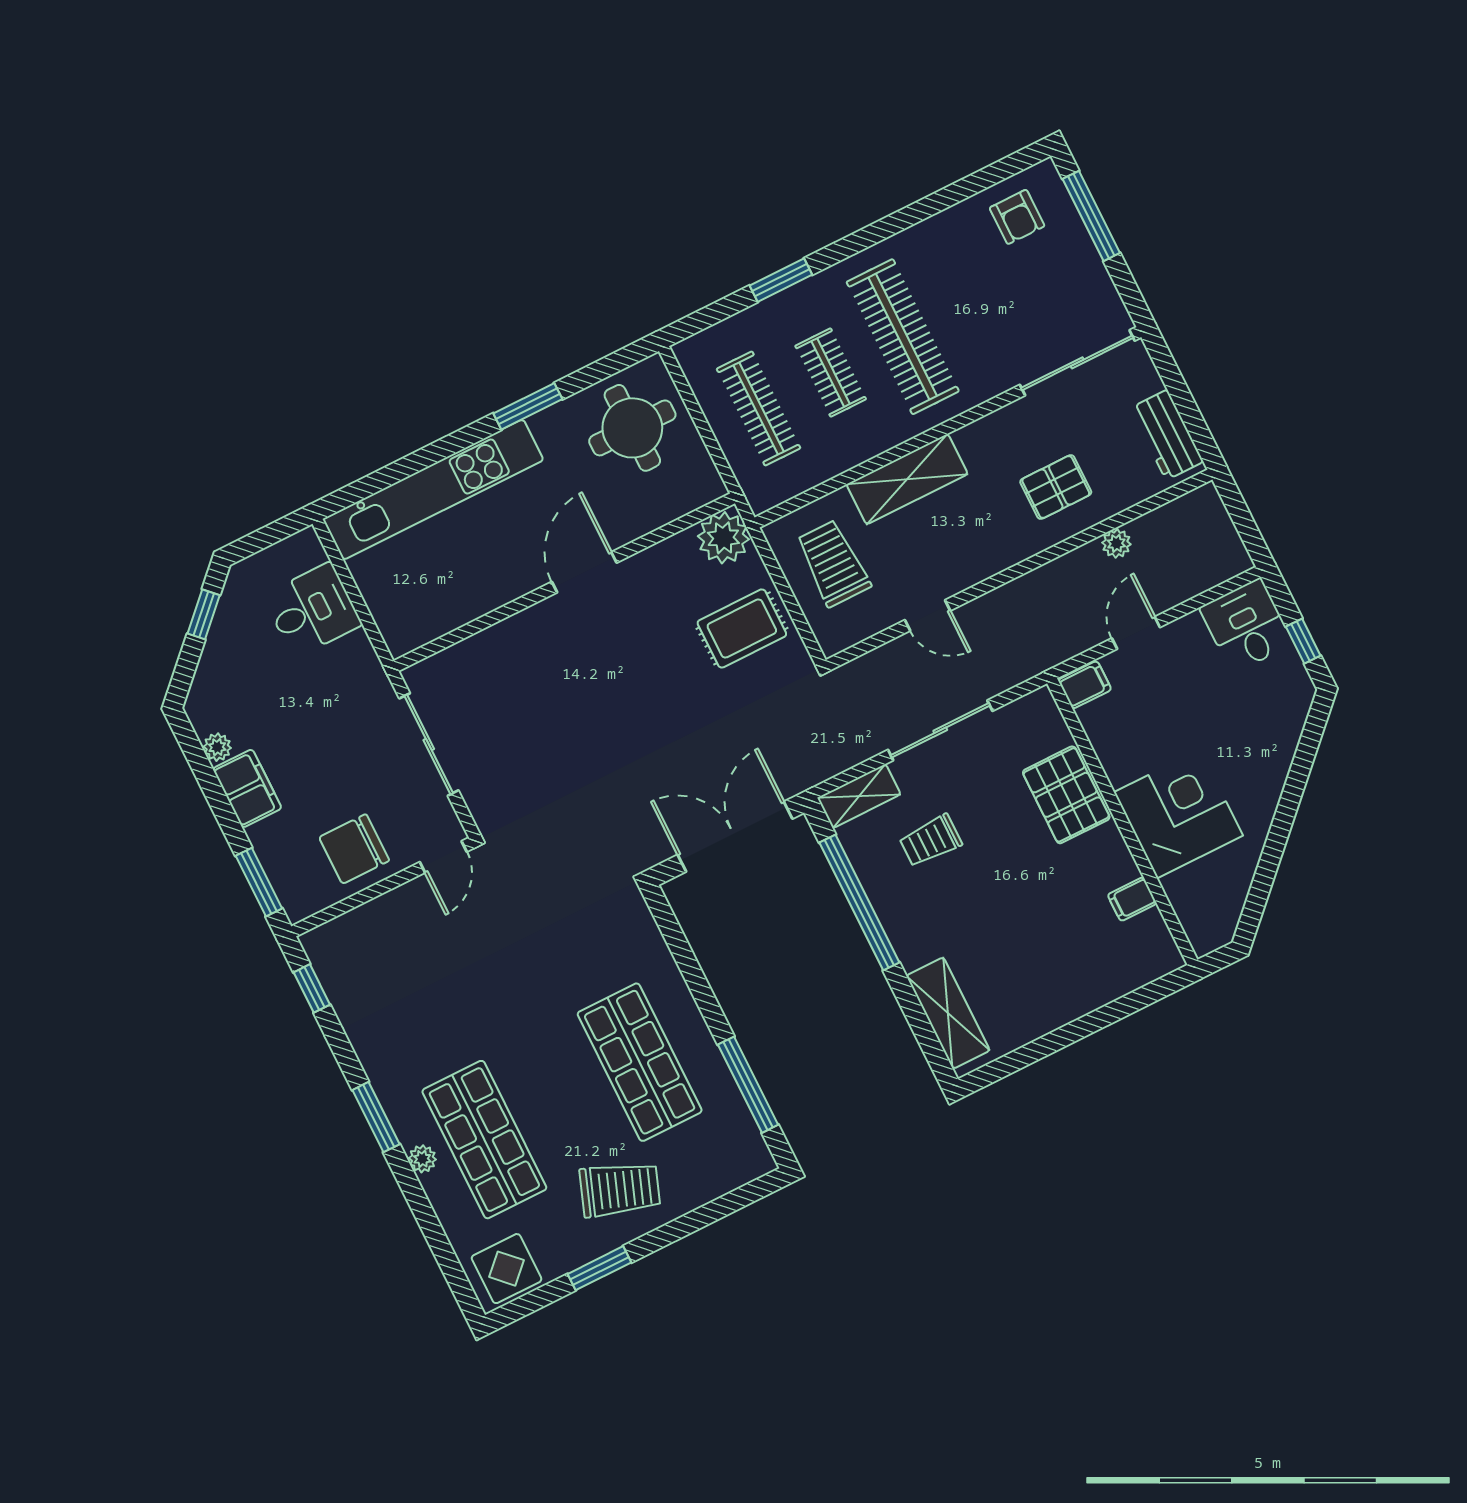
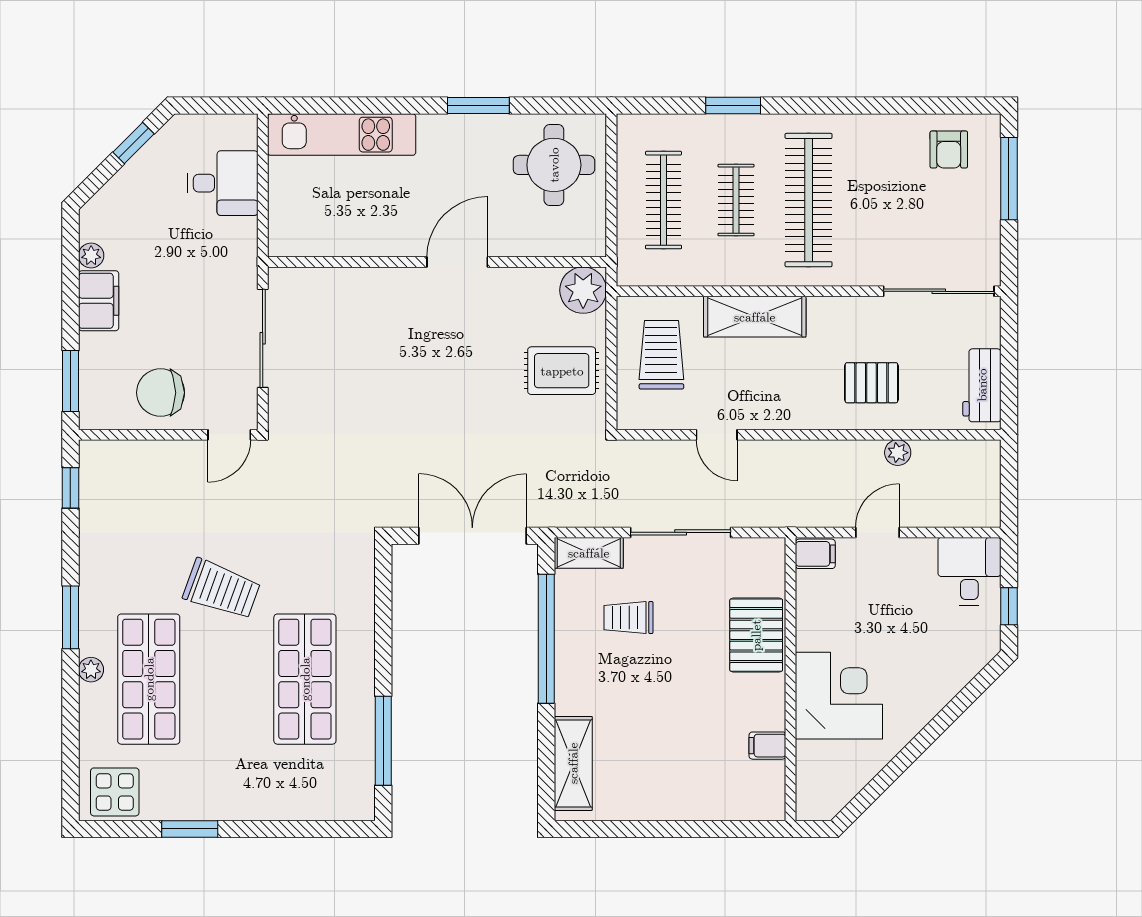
kitchen unit: (433, 490) -> (342, 135), width x0.73
trolley: (620, 1189) -> (222, 589), moved

